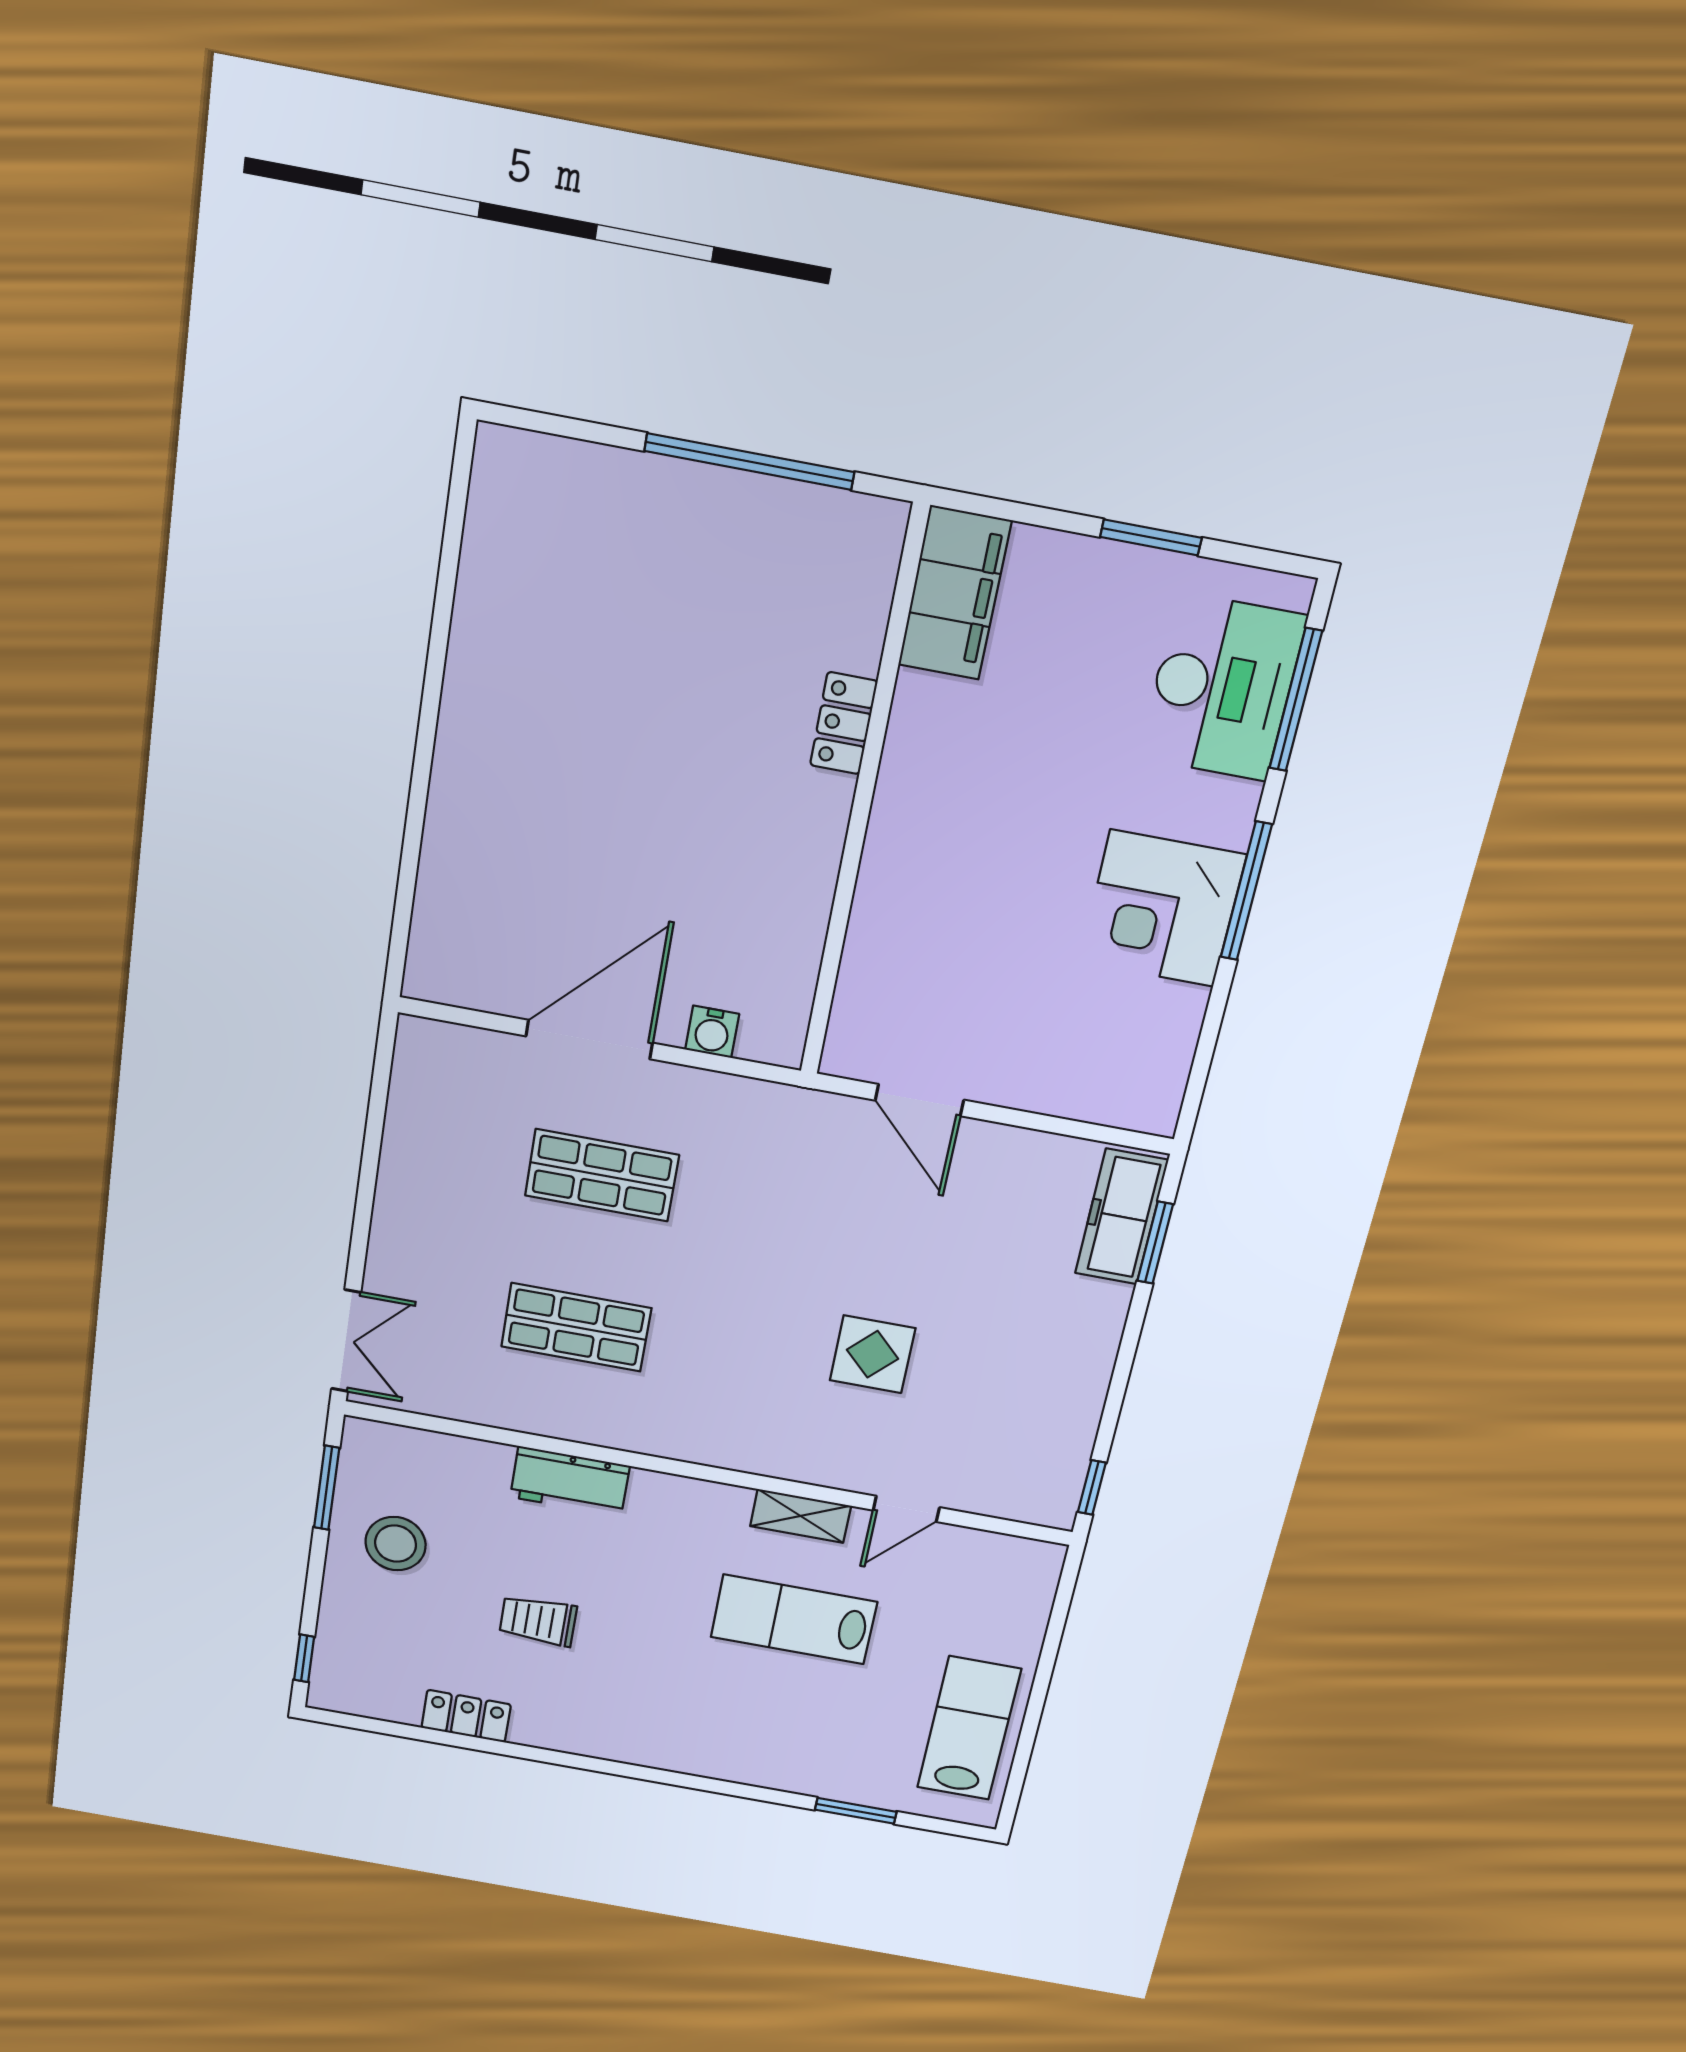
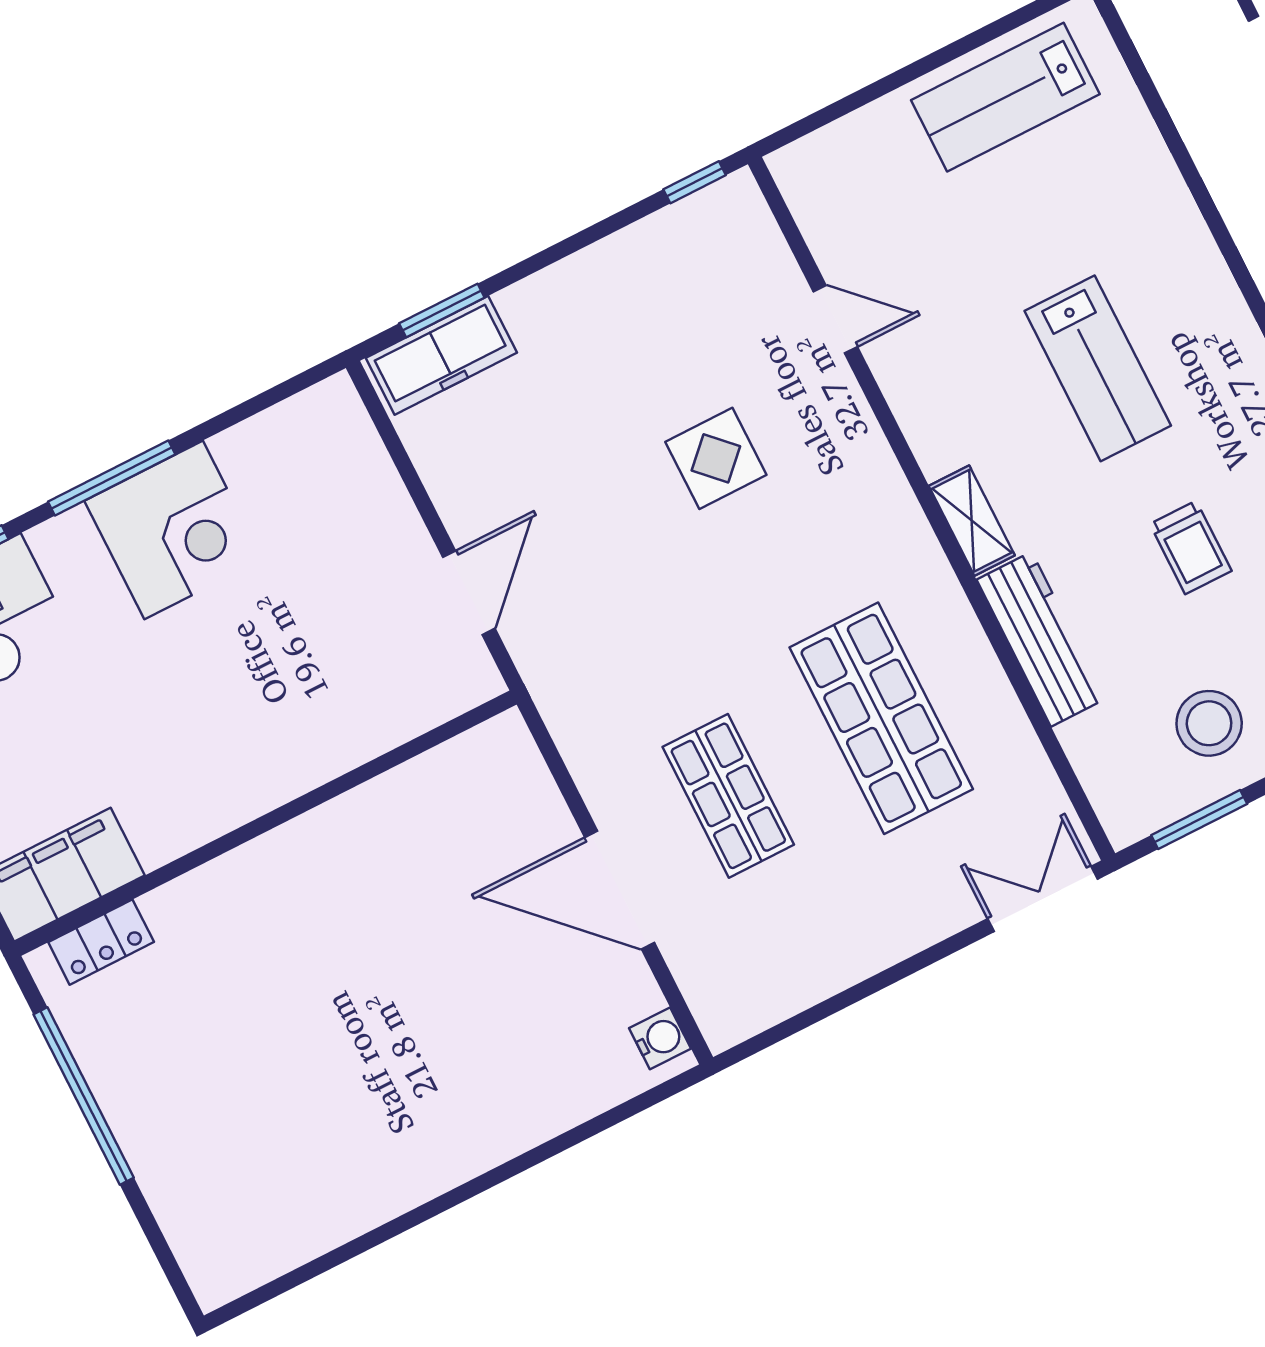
locker: (844, 723) -> (101, 942), moved
water cooler: (712, 1032) -> (660, 1038), moved
shop shelf: (576, 1327) -> (881, 718), width x1.43, depth x1.36
workbench: (570, 1481) -> (1041, 639), width x1.38
shelving: (801, 1516) -> (972, 521), moved
lab bench: (794, 1619) -> (1098, 368), moved
window: (856, 1811) -> (1167, 128), removed

